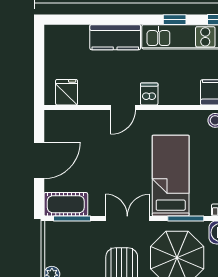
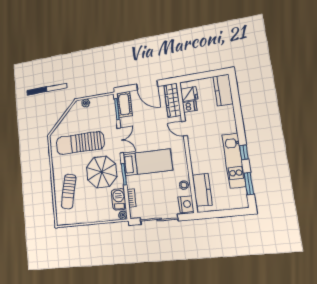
kitchen counter: (115, 37) -> (223, 90), moved
dishwasher: (149, 94) -> (190, 107), moved
wardrobe: (72, 121) -> (173, 100), added

